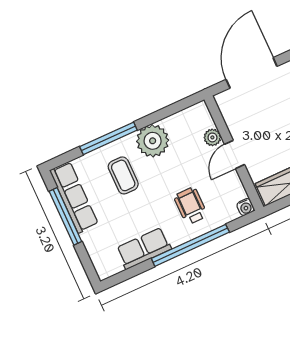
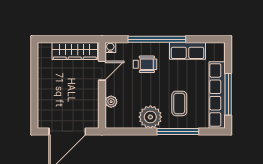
door: (234, 154) -> (102, 71), moved
row of seats: (74, 197) -> (217, 95), width x1.36
wheelchair: (191, 206) -> (145, 64), turned -90

